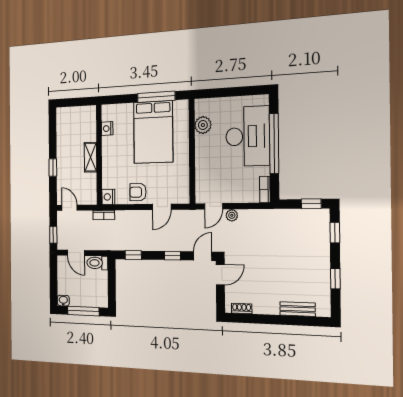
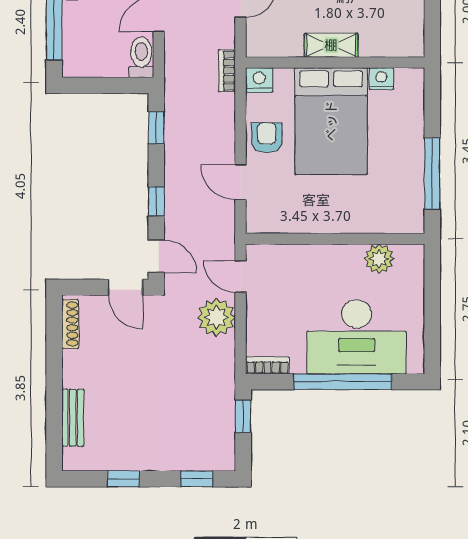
bed: (153, 132) -> (331, 121), moved, turned -90
window: (311, 204) -> (243, 416), moved
plant: (232, 215) -> (216, 317), width x1.88, depth x1.88
shoe rack: (242, 308) -> (70, 324), width x1.43

